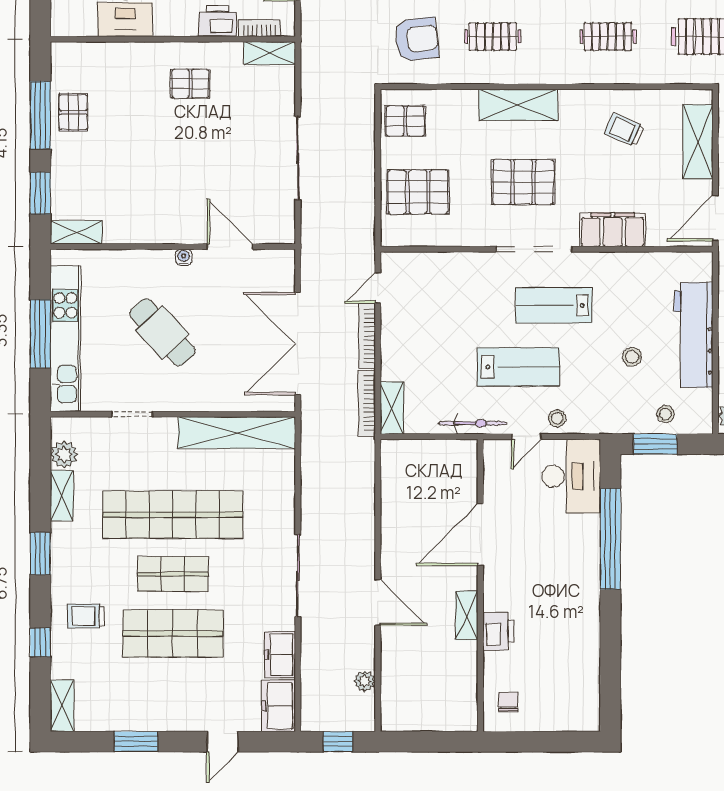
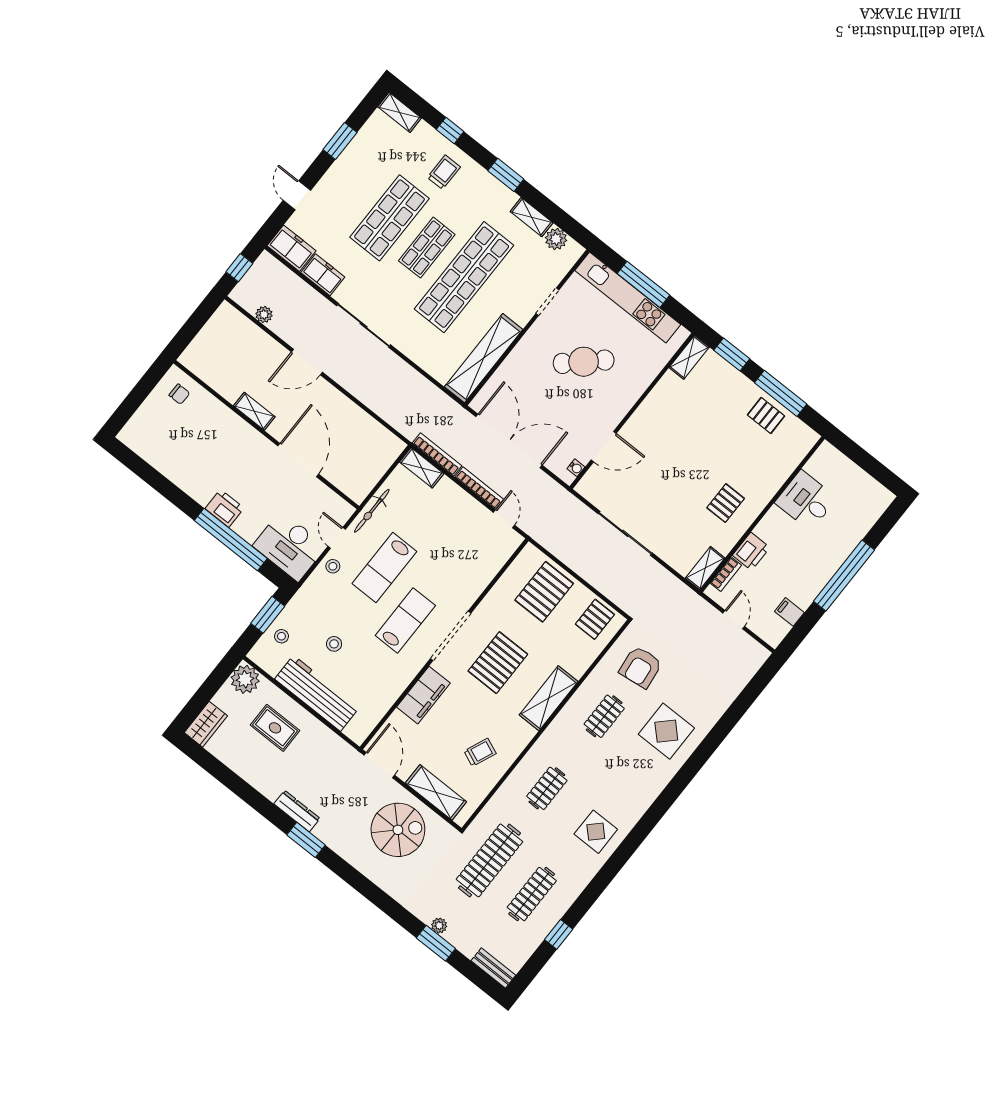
water cooler: (184, 257) -> (576, 468), moved
printer: (498, 631) -> (225, 508), moved, turned 180

